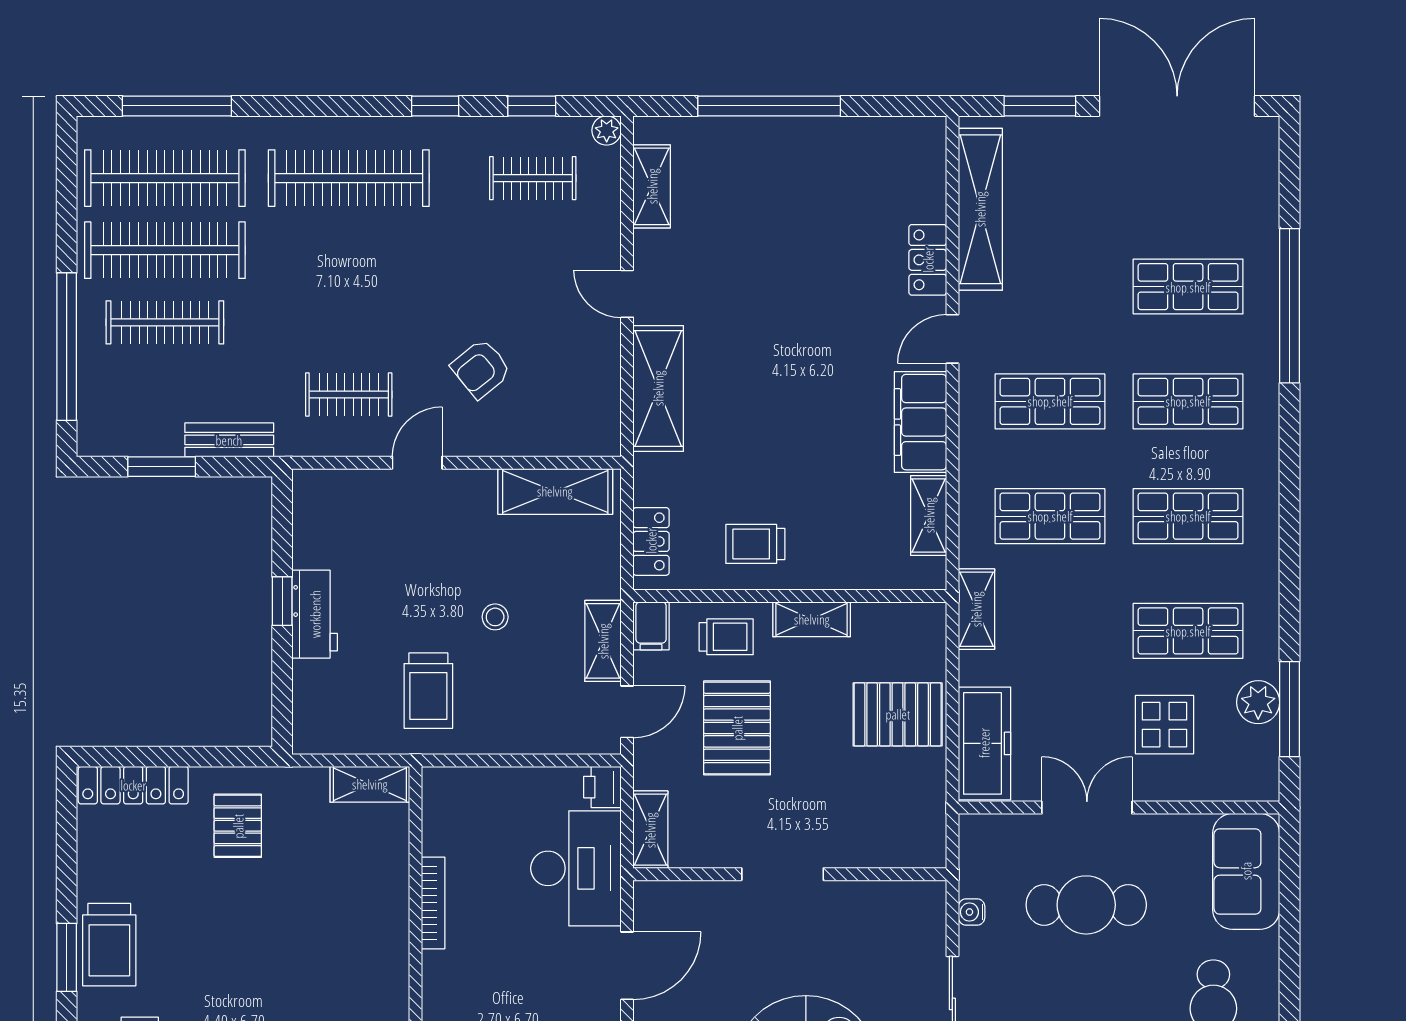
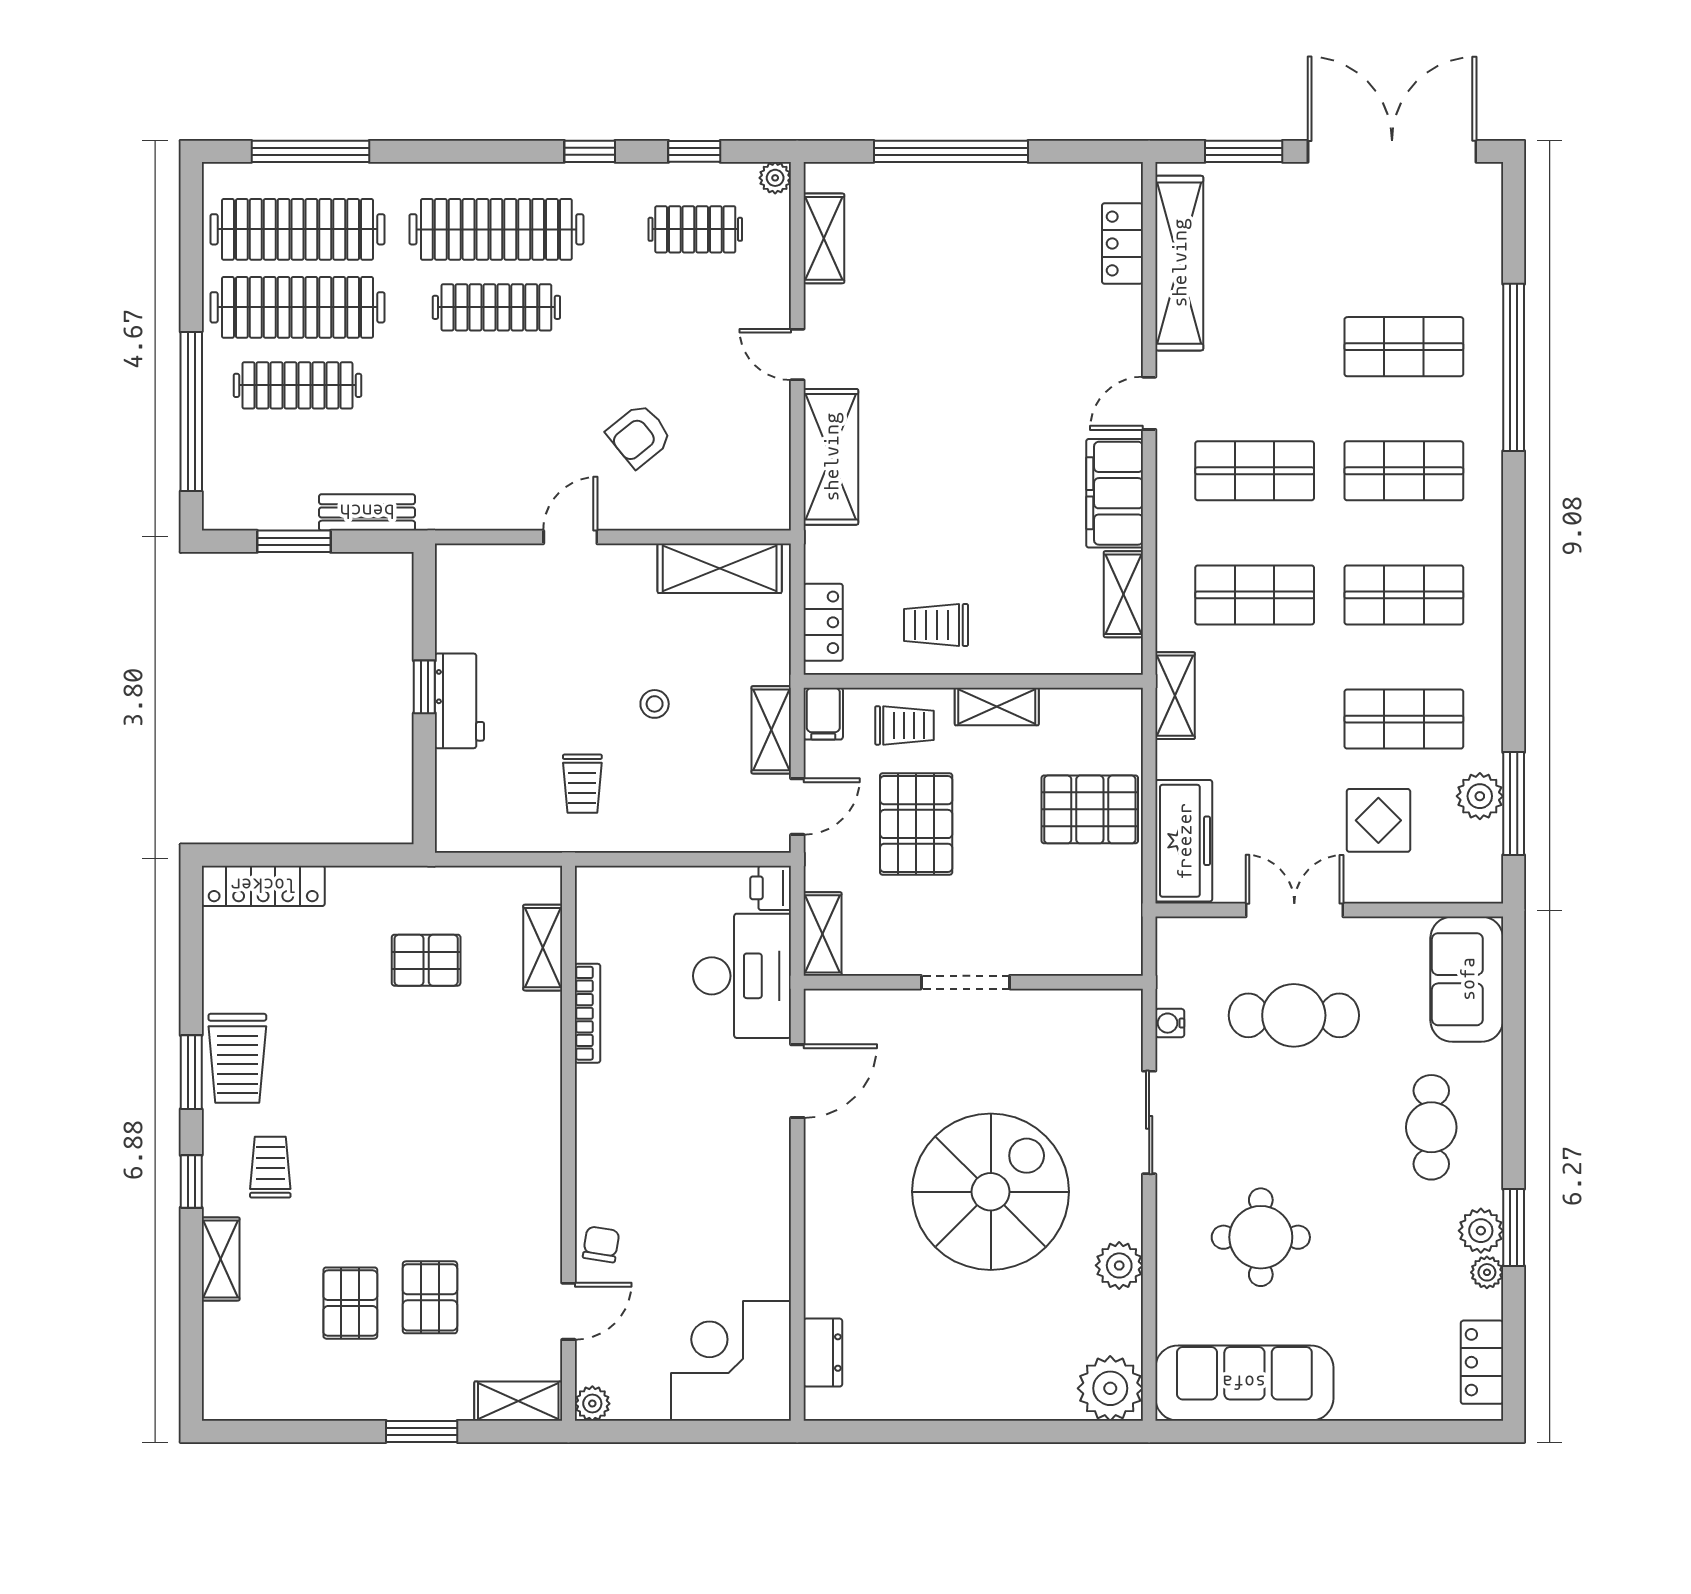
locker: (928, 260) -> (1122, 244), moved
clothes rail: (349, 395) -> (496, 307), moved, width x1.36
trolley: (428, 691) -> (582, 784), width x0.73, depth x0.72
shelving: (370, 784) -> (543, 948), moved, turned 90
pallet: (238, 826) -> (426, 960), moved, turned 90

